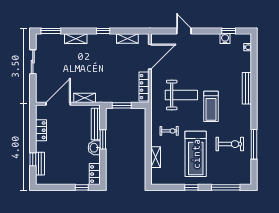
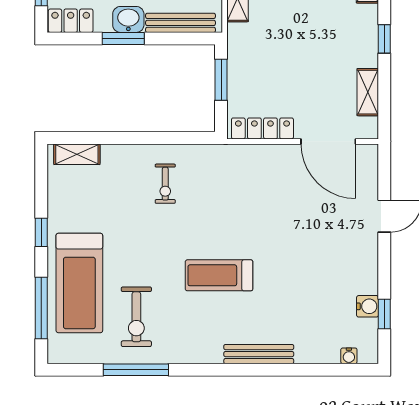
weight bench: (181, 95) -> (244, 210), removed
window: (103, 139) -> (123, 39), moved
treadmill: (196, 154) -> (79, 283), moved, turned -90
shelving: (156, 157) -> (77, 154), moved

